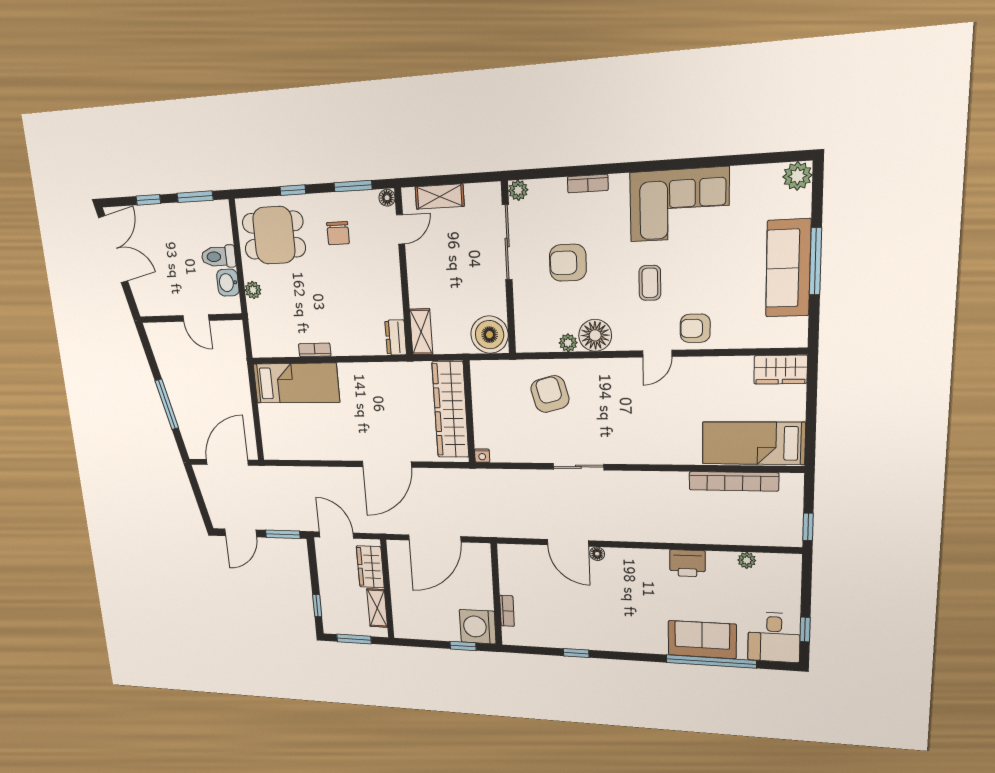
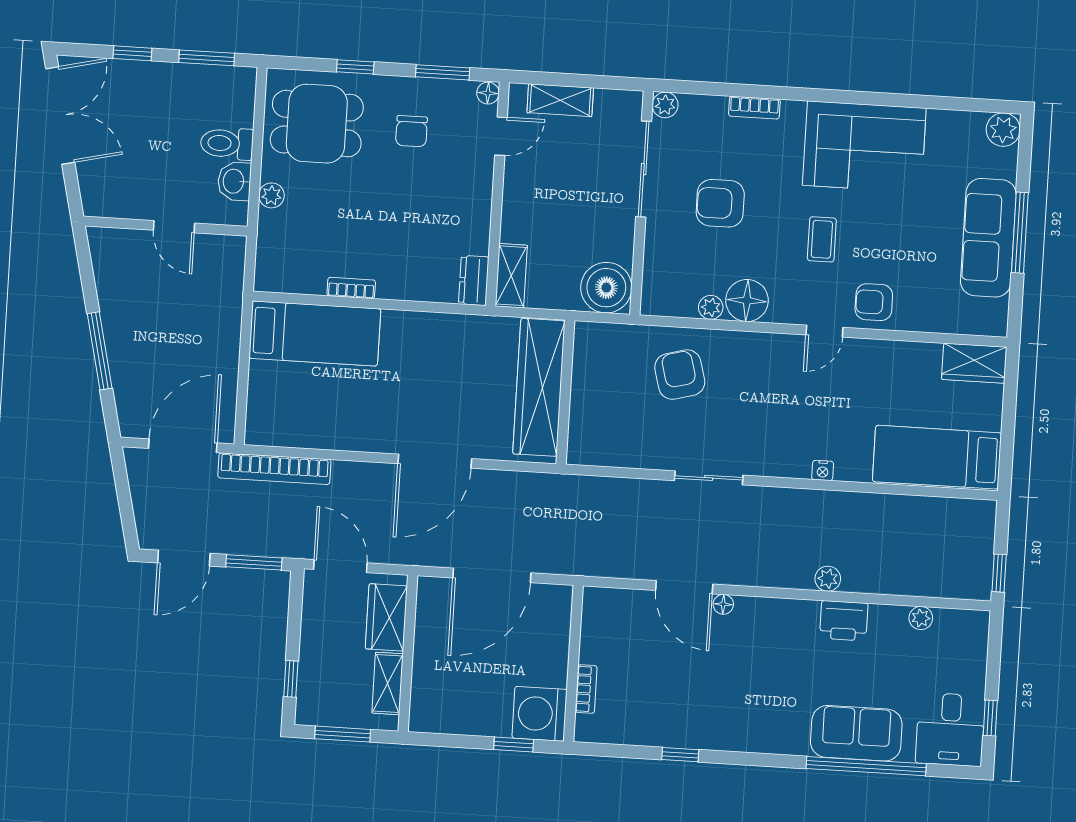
nightstand: (482, 456) -> (823, 470), moved
bookcase: (734, 481) -> (274, 469), moved
plant: (673, 534) -> (828, 579), added

